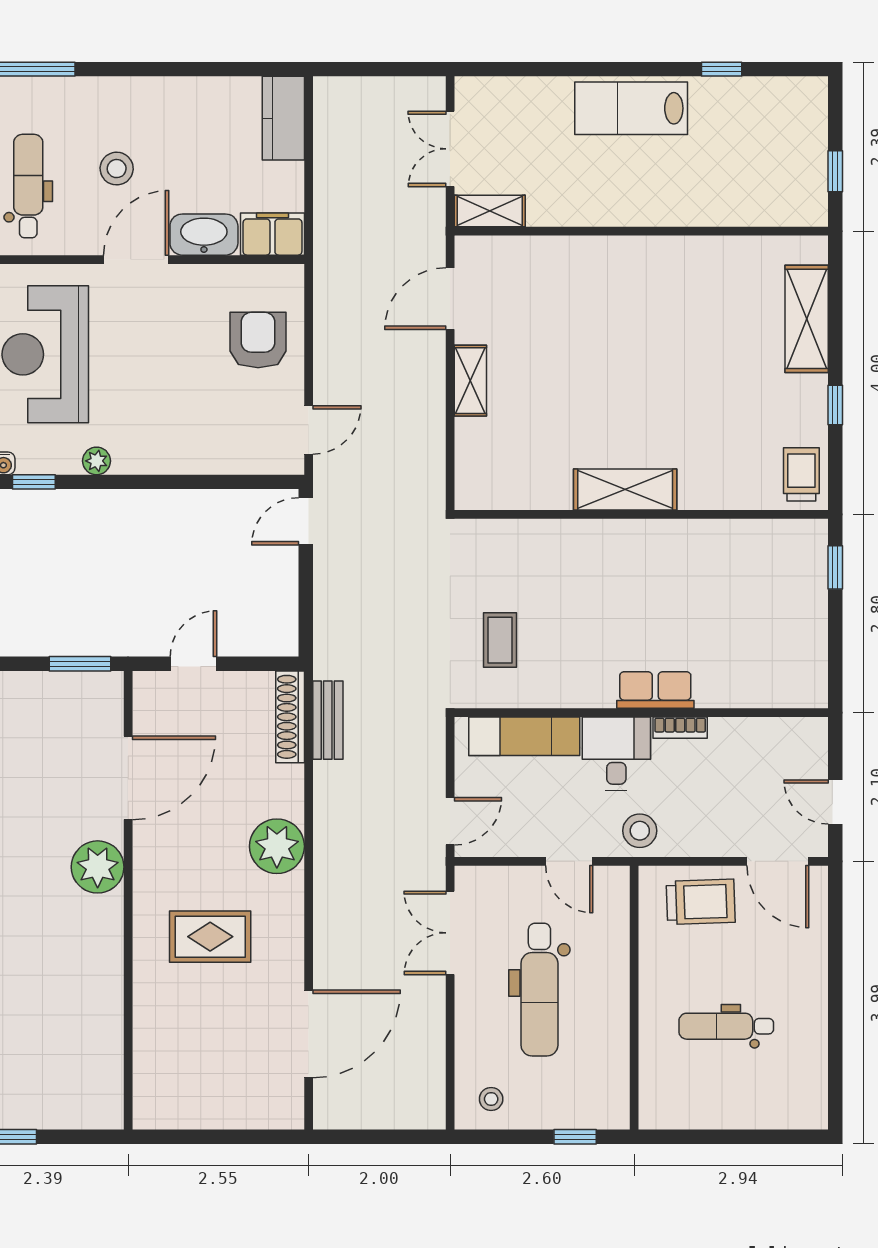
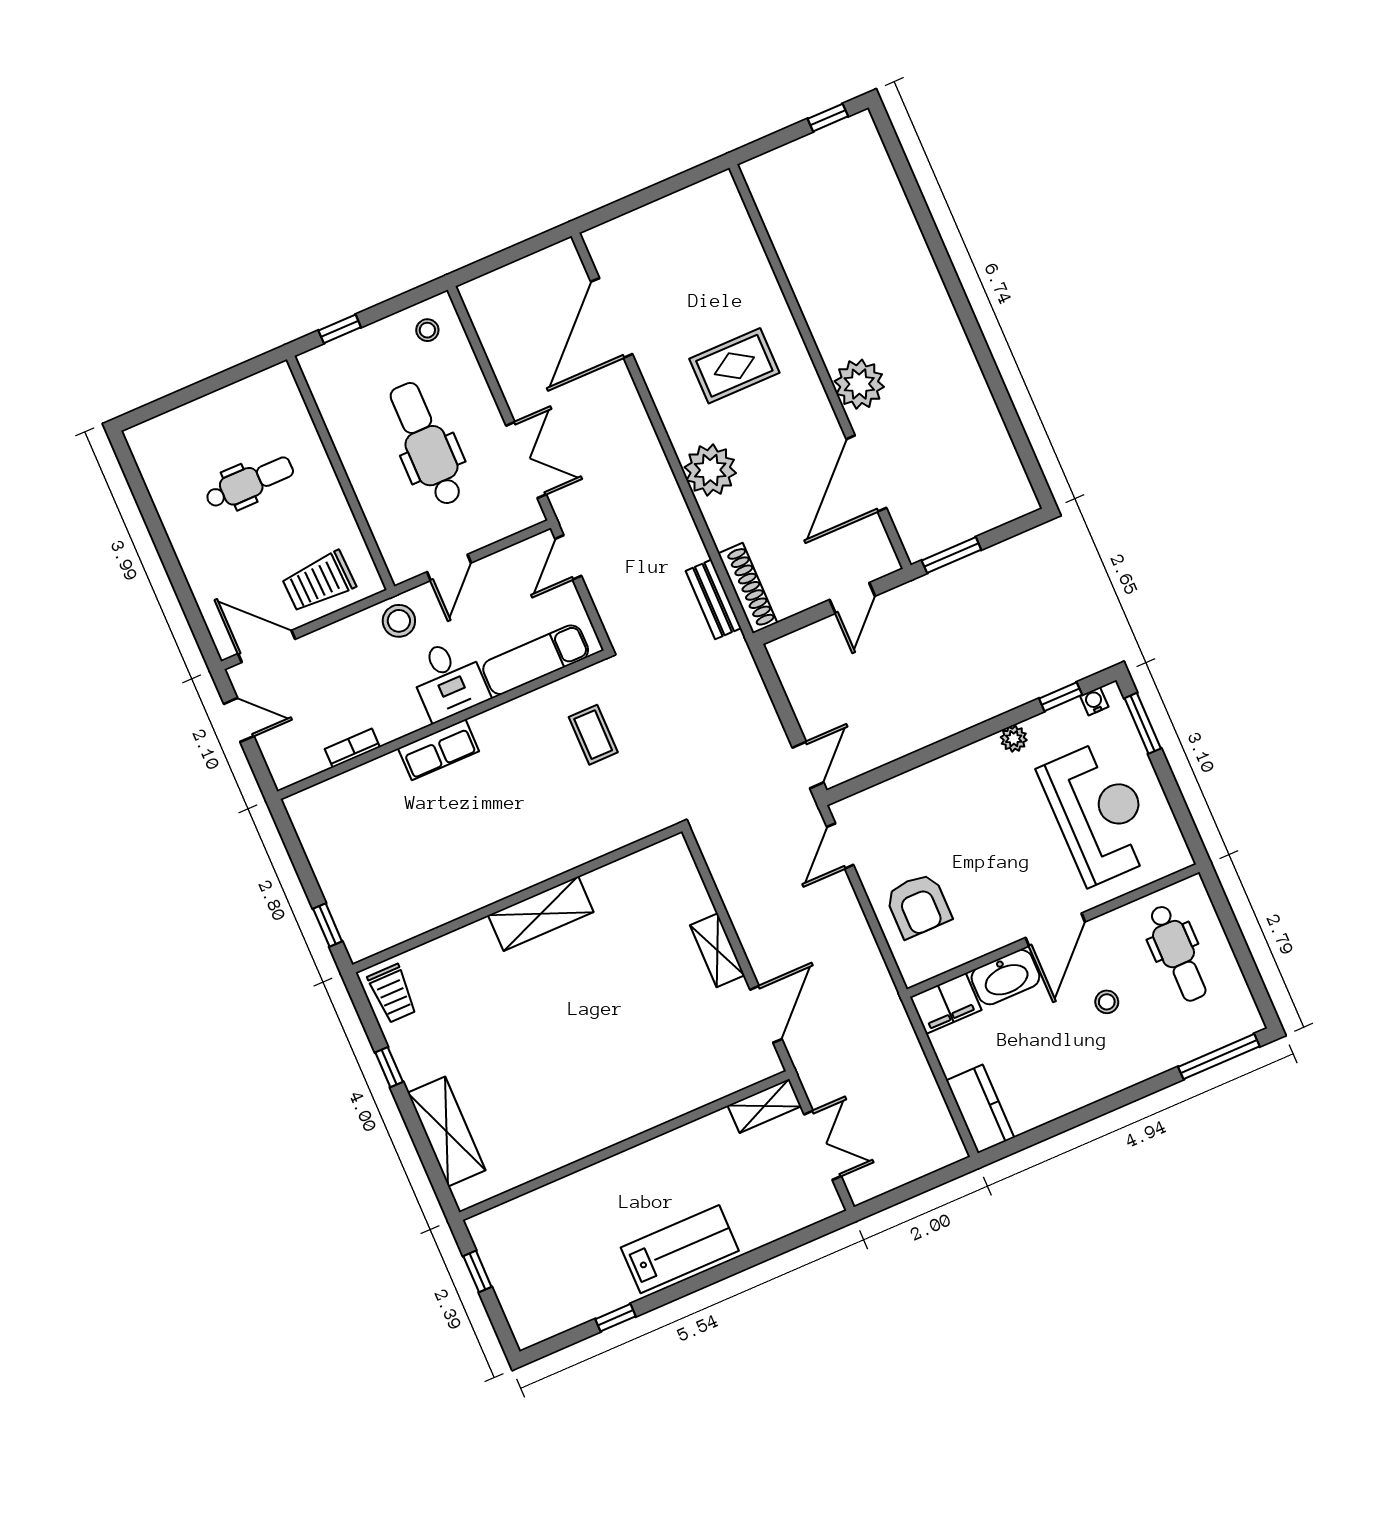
stool: (117, 169) -> (1107, 1002), width x0.73, depth x0.73
bookcase: (680, 728) -> (352, 748), moved
door: (569, 861) -> (449, 567), swing flipped

